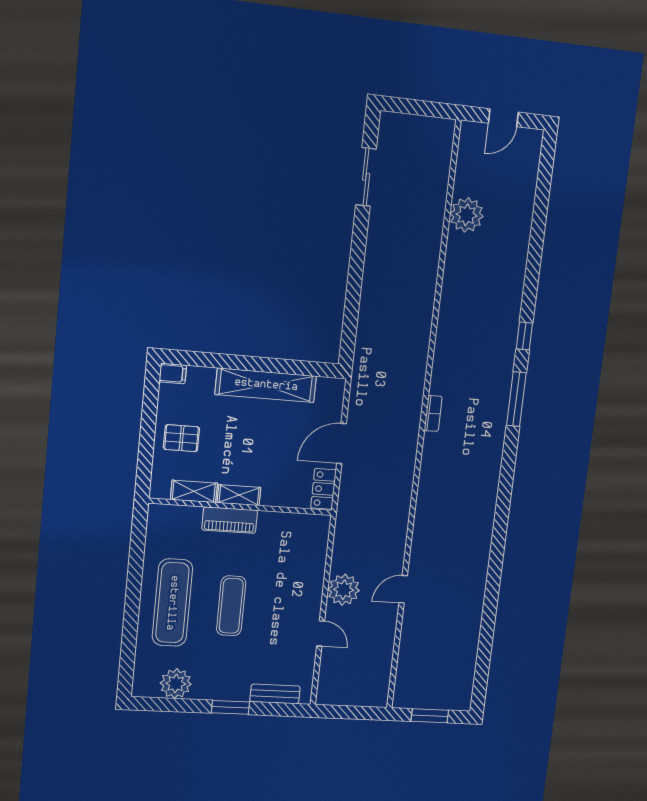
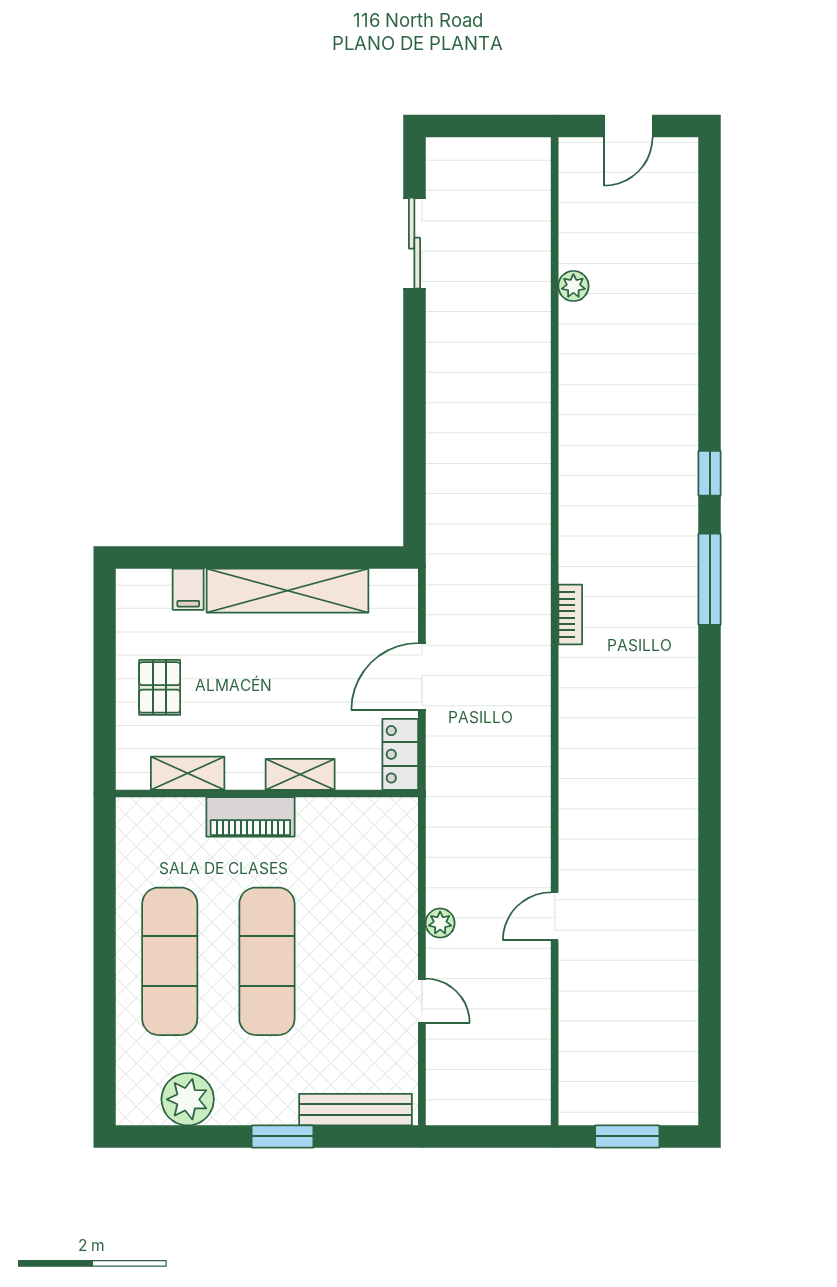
plant: (467, 215) -> (573, 286), width x0.53, depth x0.53
filing cabinet: (173, 374) -> (188, 589), moved, turned 90
pallet: (181, 438) -> (160, 687), turned 90
shelving: (239, 495) -> (300, 774), moved
plant: (344, 590) -> (440, 923), width x0.53, depth x0.53
exercise mat: (231, 606) -> (267, 961), width x1.36, depth x1.45
bench: (275, 694) -> (356, 1110), width x1.36

